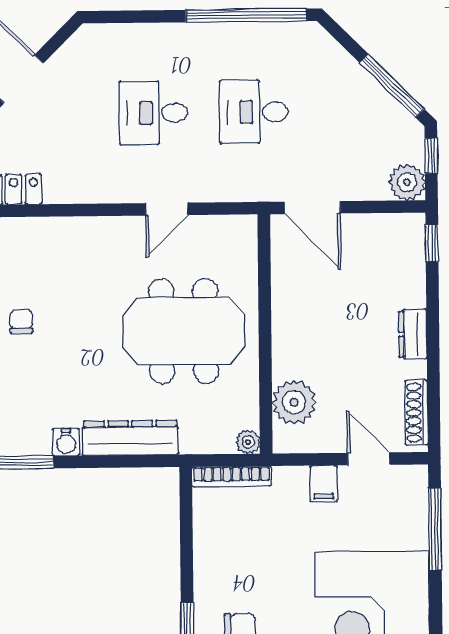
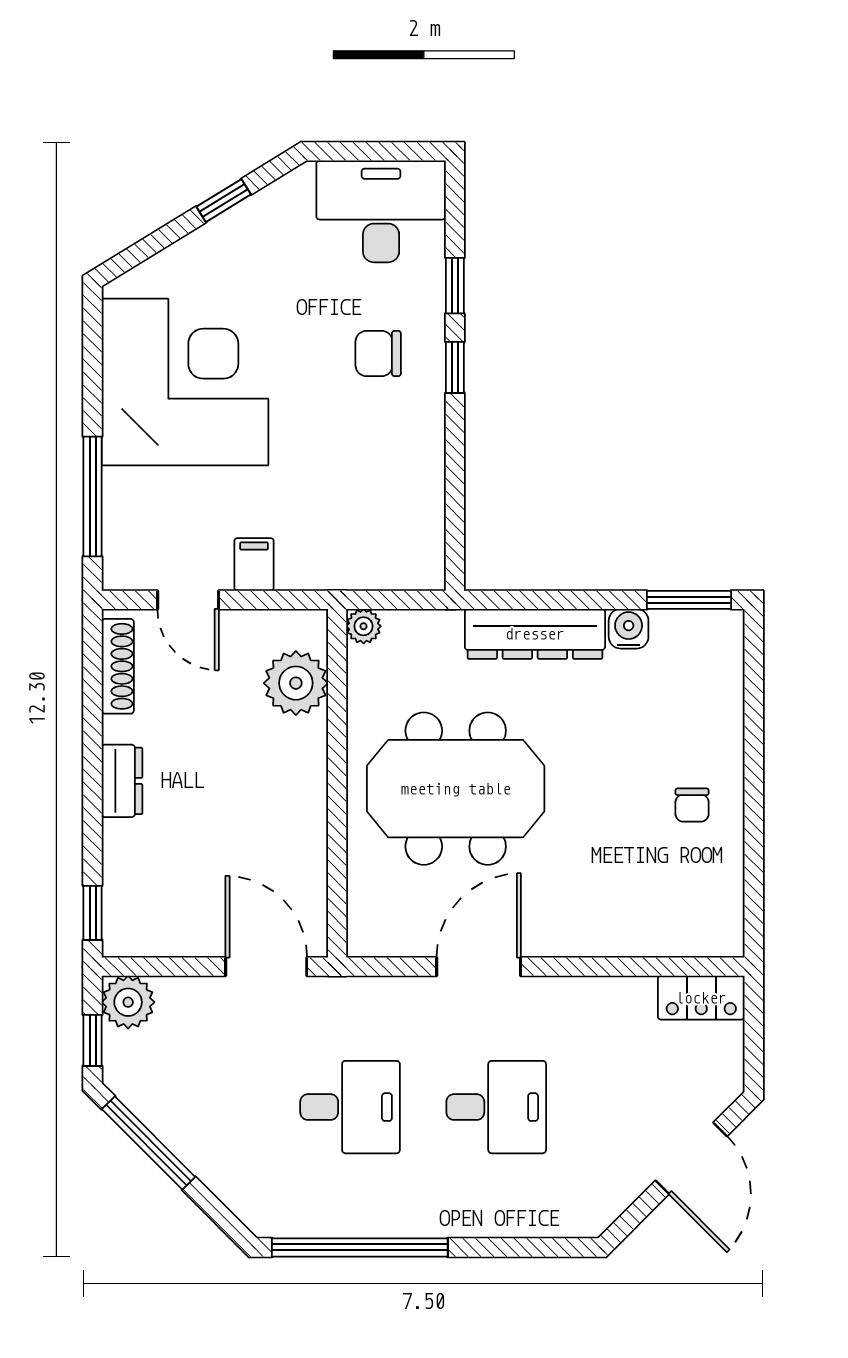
door: (167, 209) -> (479, 967), width x1.38
bookcase: (232, 477) -> (388, 576), removed

